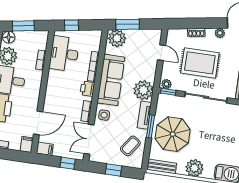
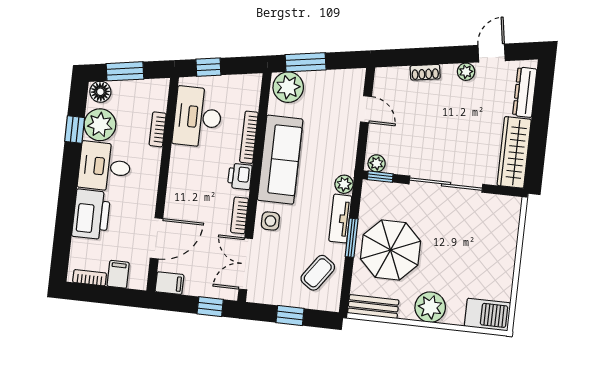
rug: (200, 63) -> (433, 125), removed
plant: (143, 90) -> (344, 184), width x0.53, depth x0.53
filing cabinet: (27, 144) -> (118, 274), moved

